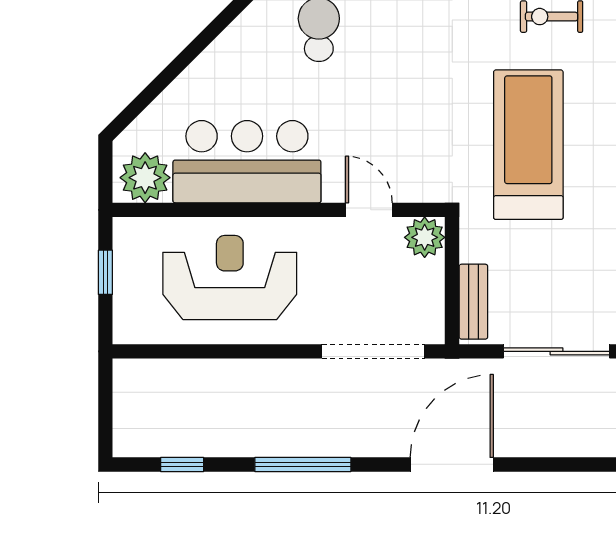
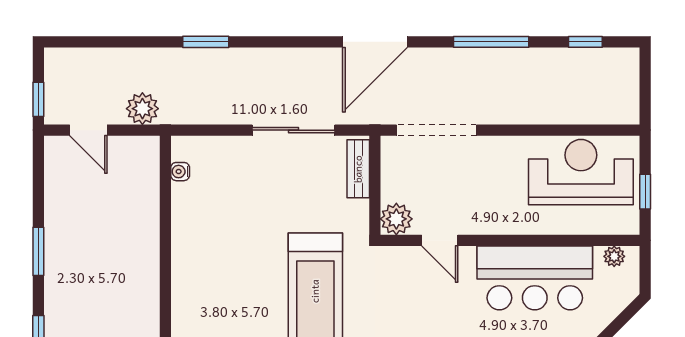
plant: (145, 178) -> (614, 256), width x0.53, depth x0.53
reception desk: (230, 278) -> (581, 172), moved, turned 180

